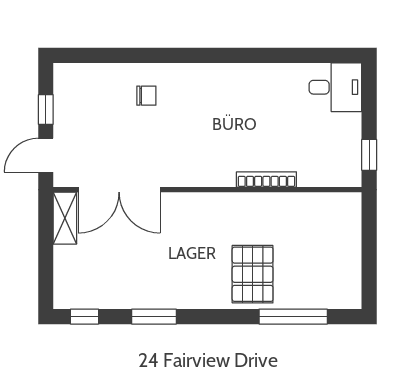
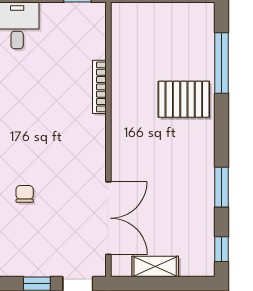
shelving: (65, 218) -> (155, 267), moved

